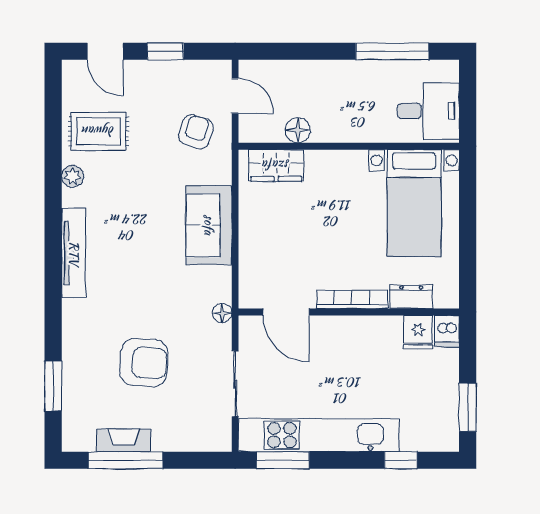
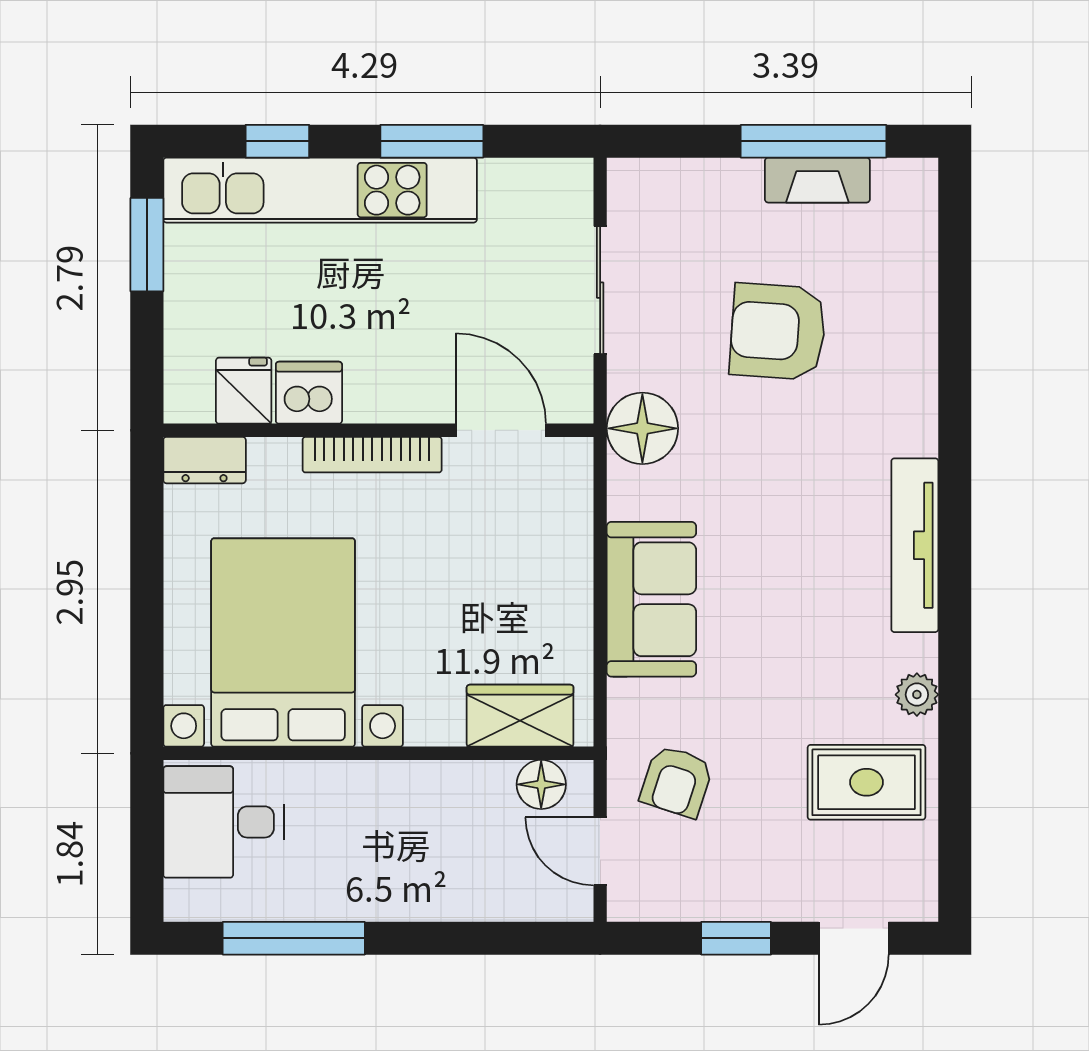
door: (105, 51) -> (854, 938), swing flipped
floor lamp: (298, 130) -> (541, 784), moved
bed with nightstands: (414, 203) -> (283, 643), width x1.36
dresser: (411, 297) -> (205, 460), moved
floor lamp: (222, 313) -> (642, 428), width x1.89, depth x1.89
dishwasher: (447, 331) -> (309, 393), moved, width x1.38
window: (53, 386) -> (955, 286), removed
kitchen unit: (319, 435) -> (320, 190), moved
window: (283, 460) -> (432, 141), moved

